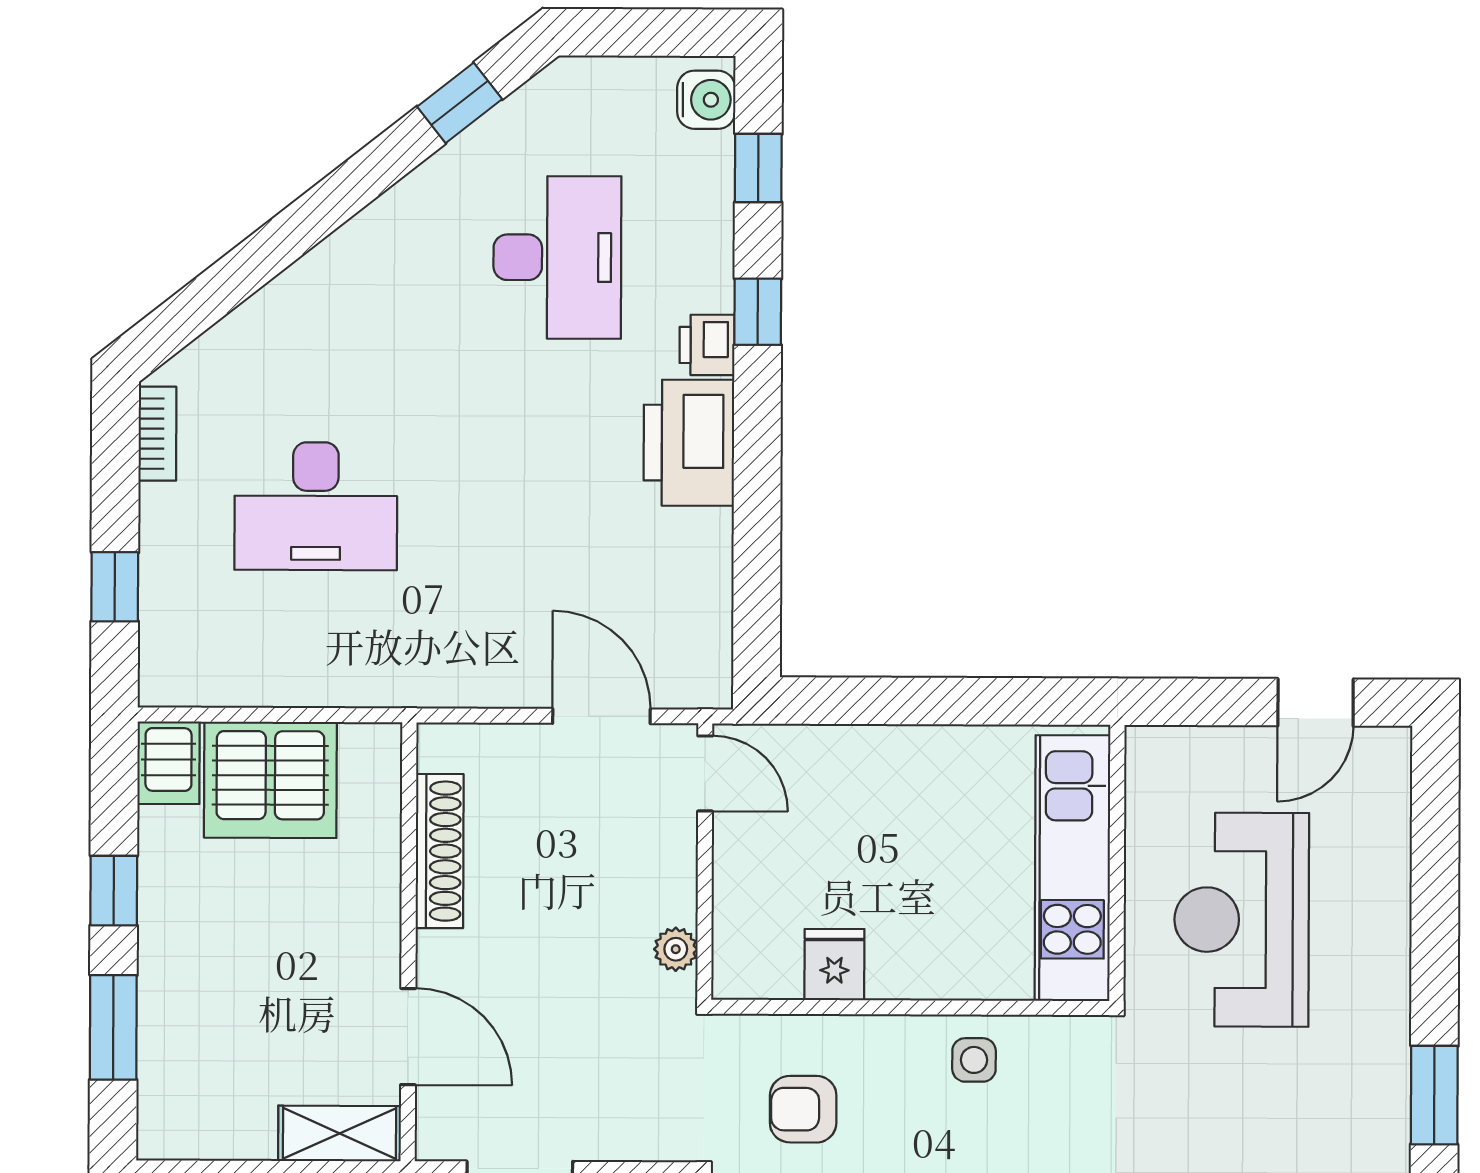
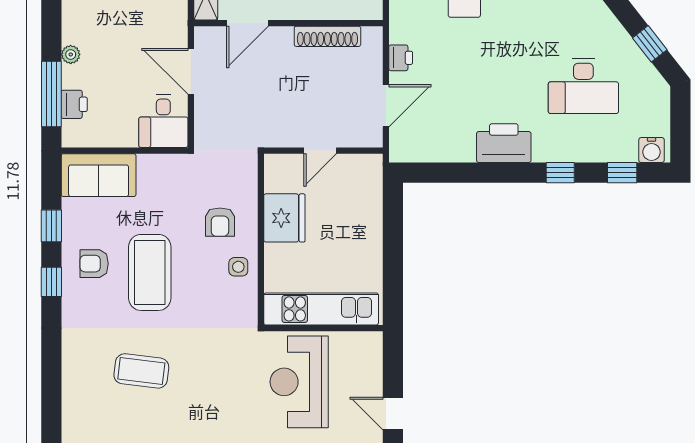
printer: (707, 345) -> (401, 58), moved, turned 90
door: (705, 773) -> (320, 151), moved
reception desk: (1242, 920) -> (299, 382), turned -90
plant: (676, 949) -> (286, 138), removed
fridge: (834, 965) -> (284, 218), width x1.88, depth x1.34
armchair: (803, 1109) -> (220, 222), moved, turned 180

